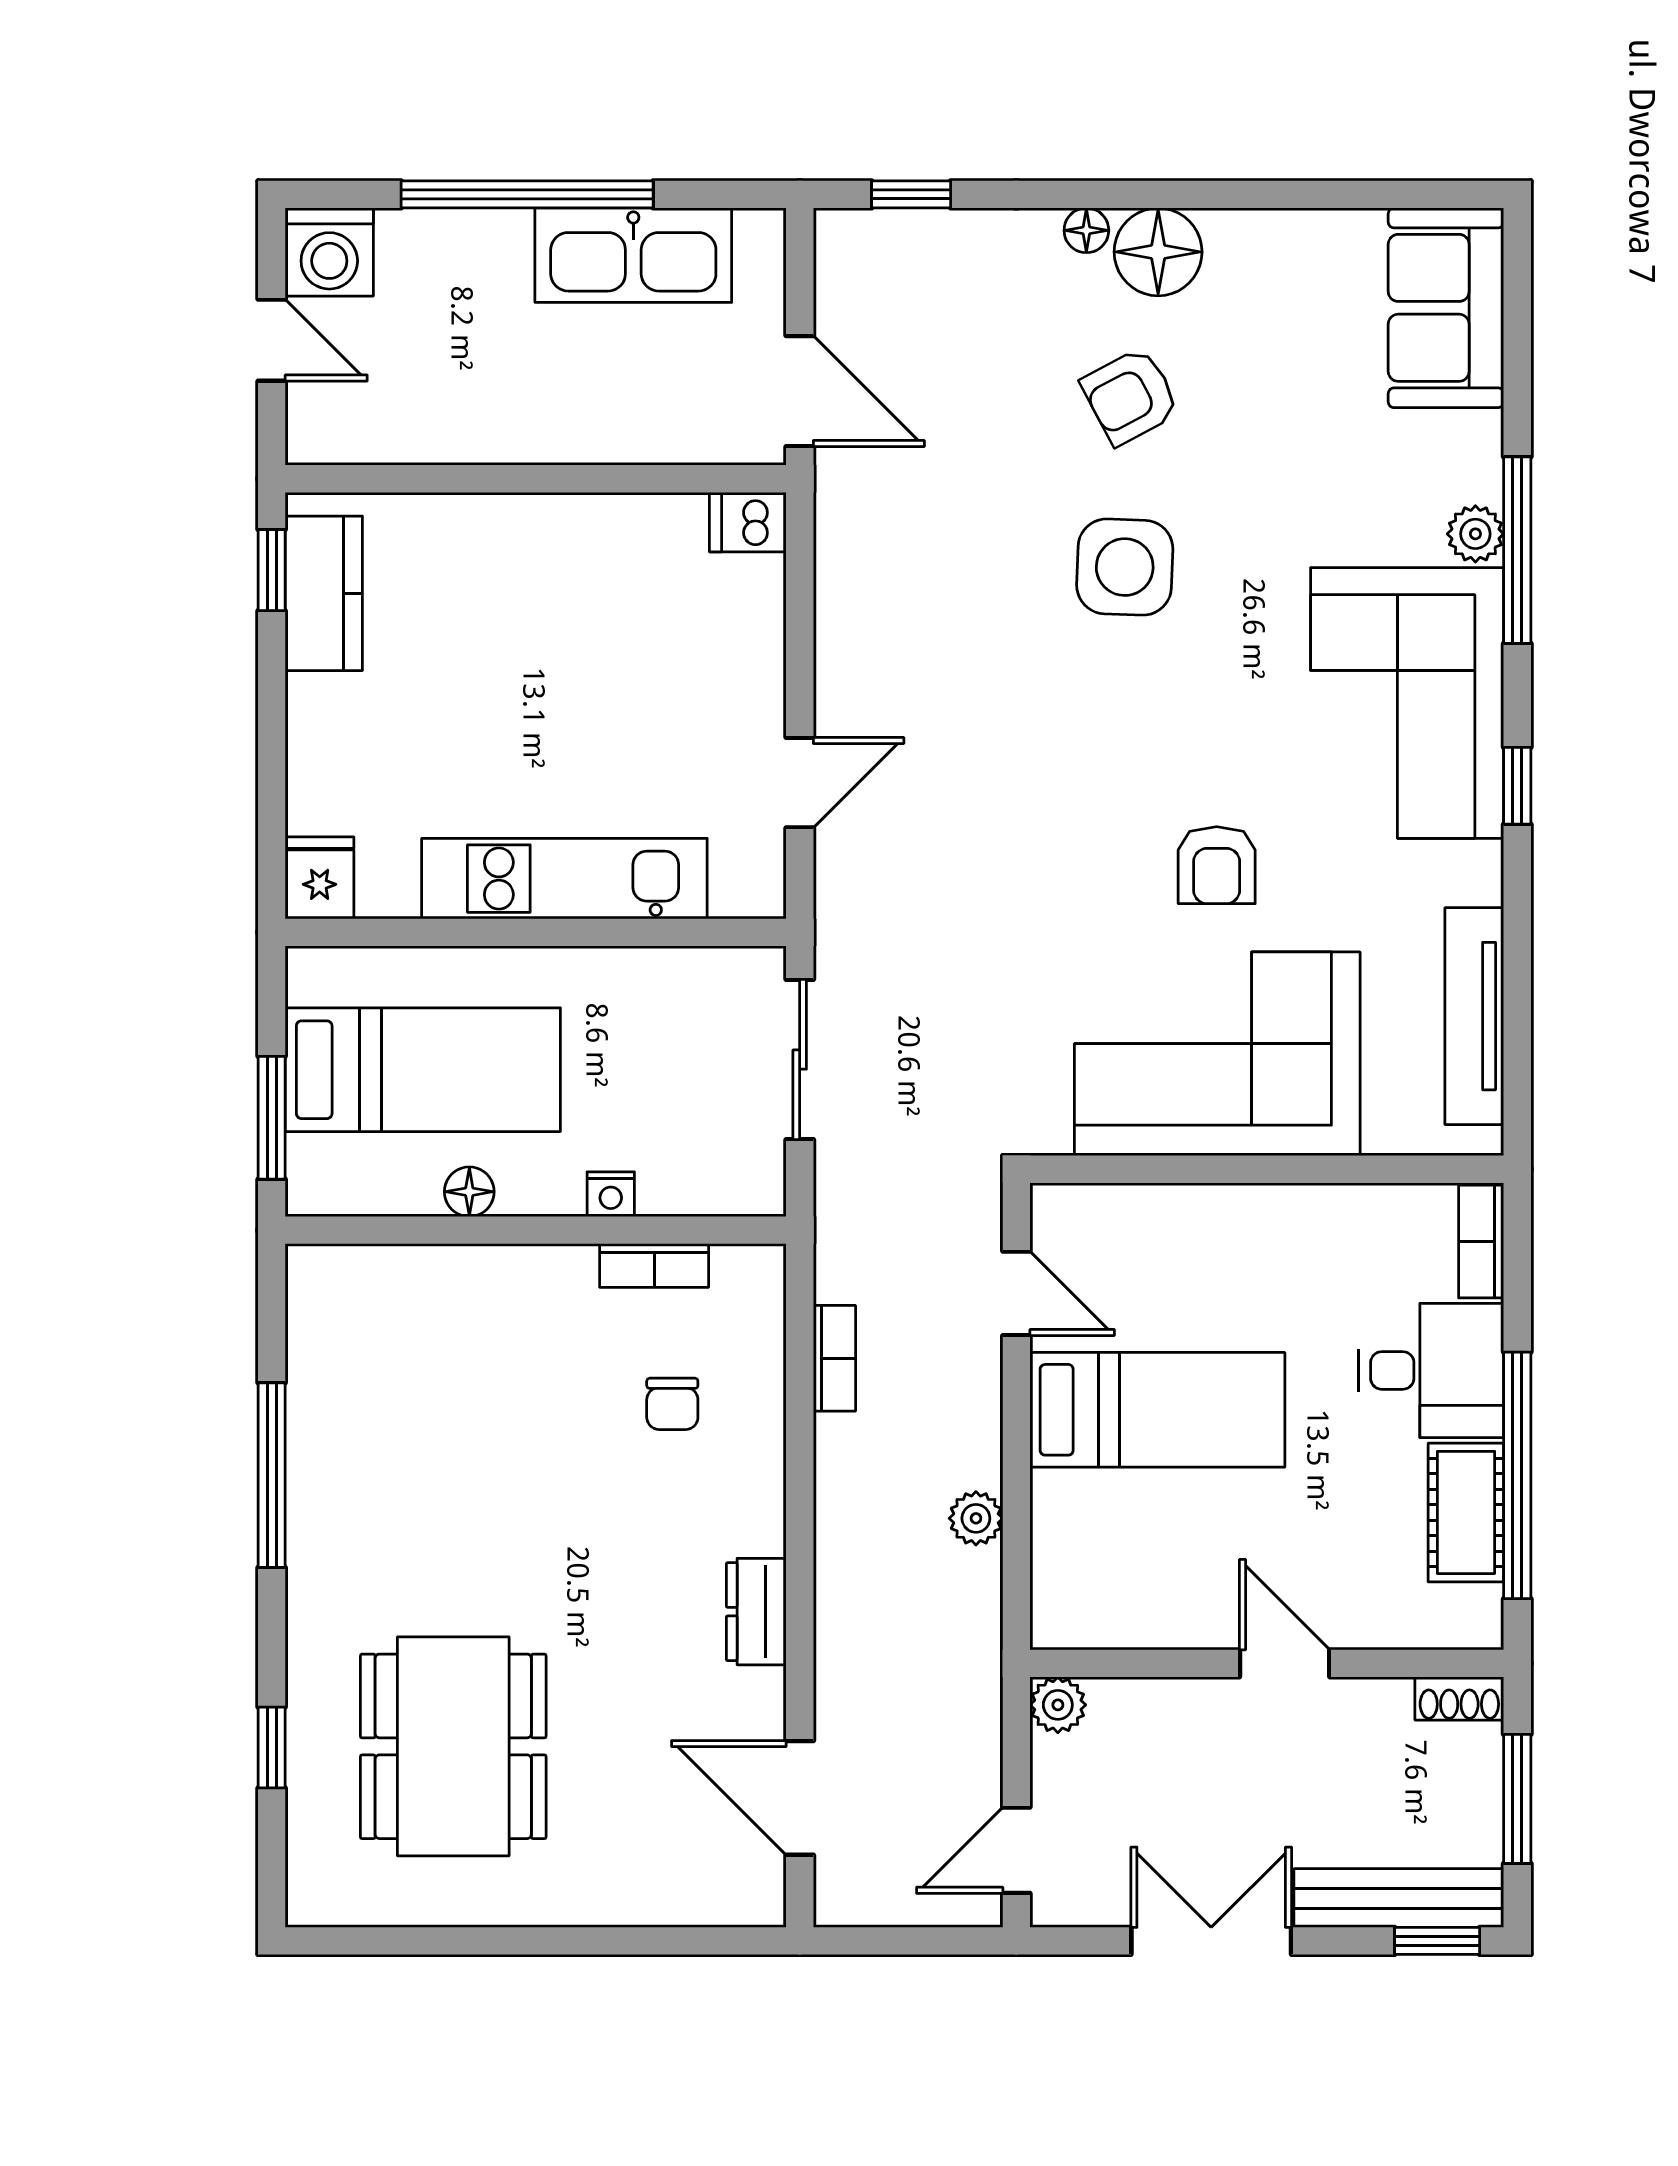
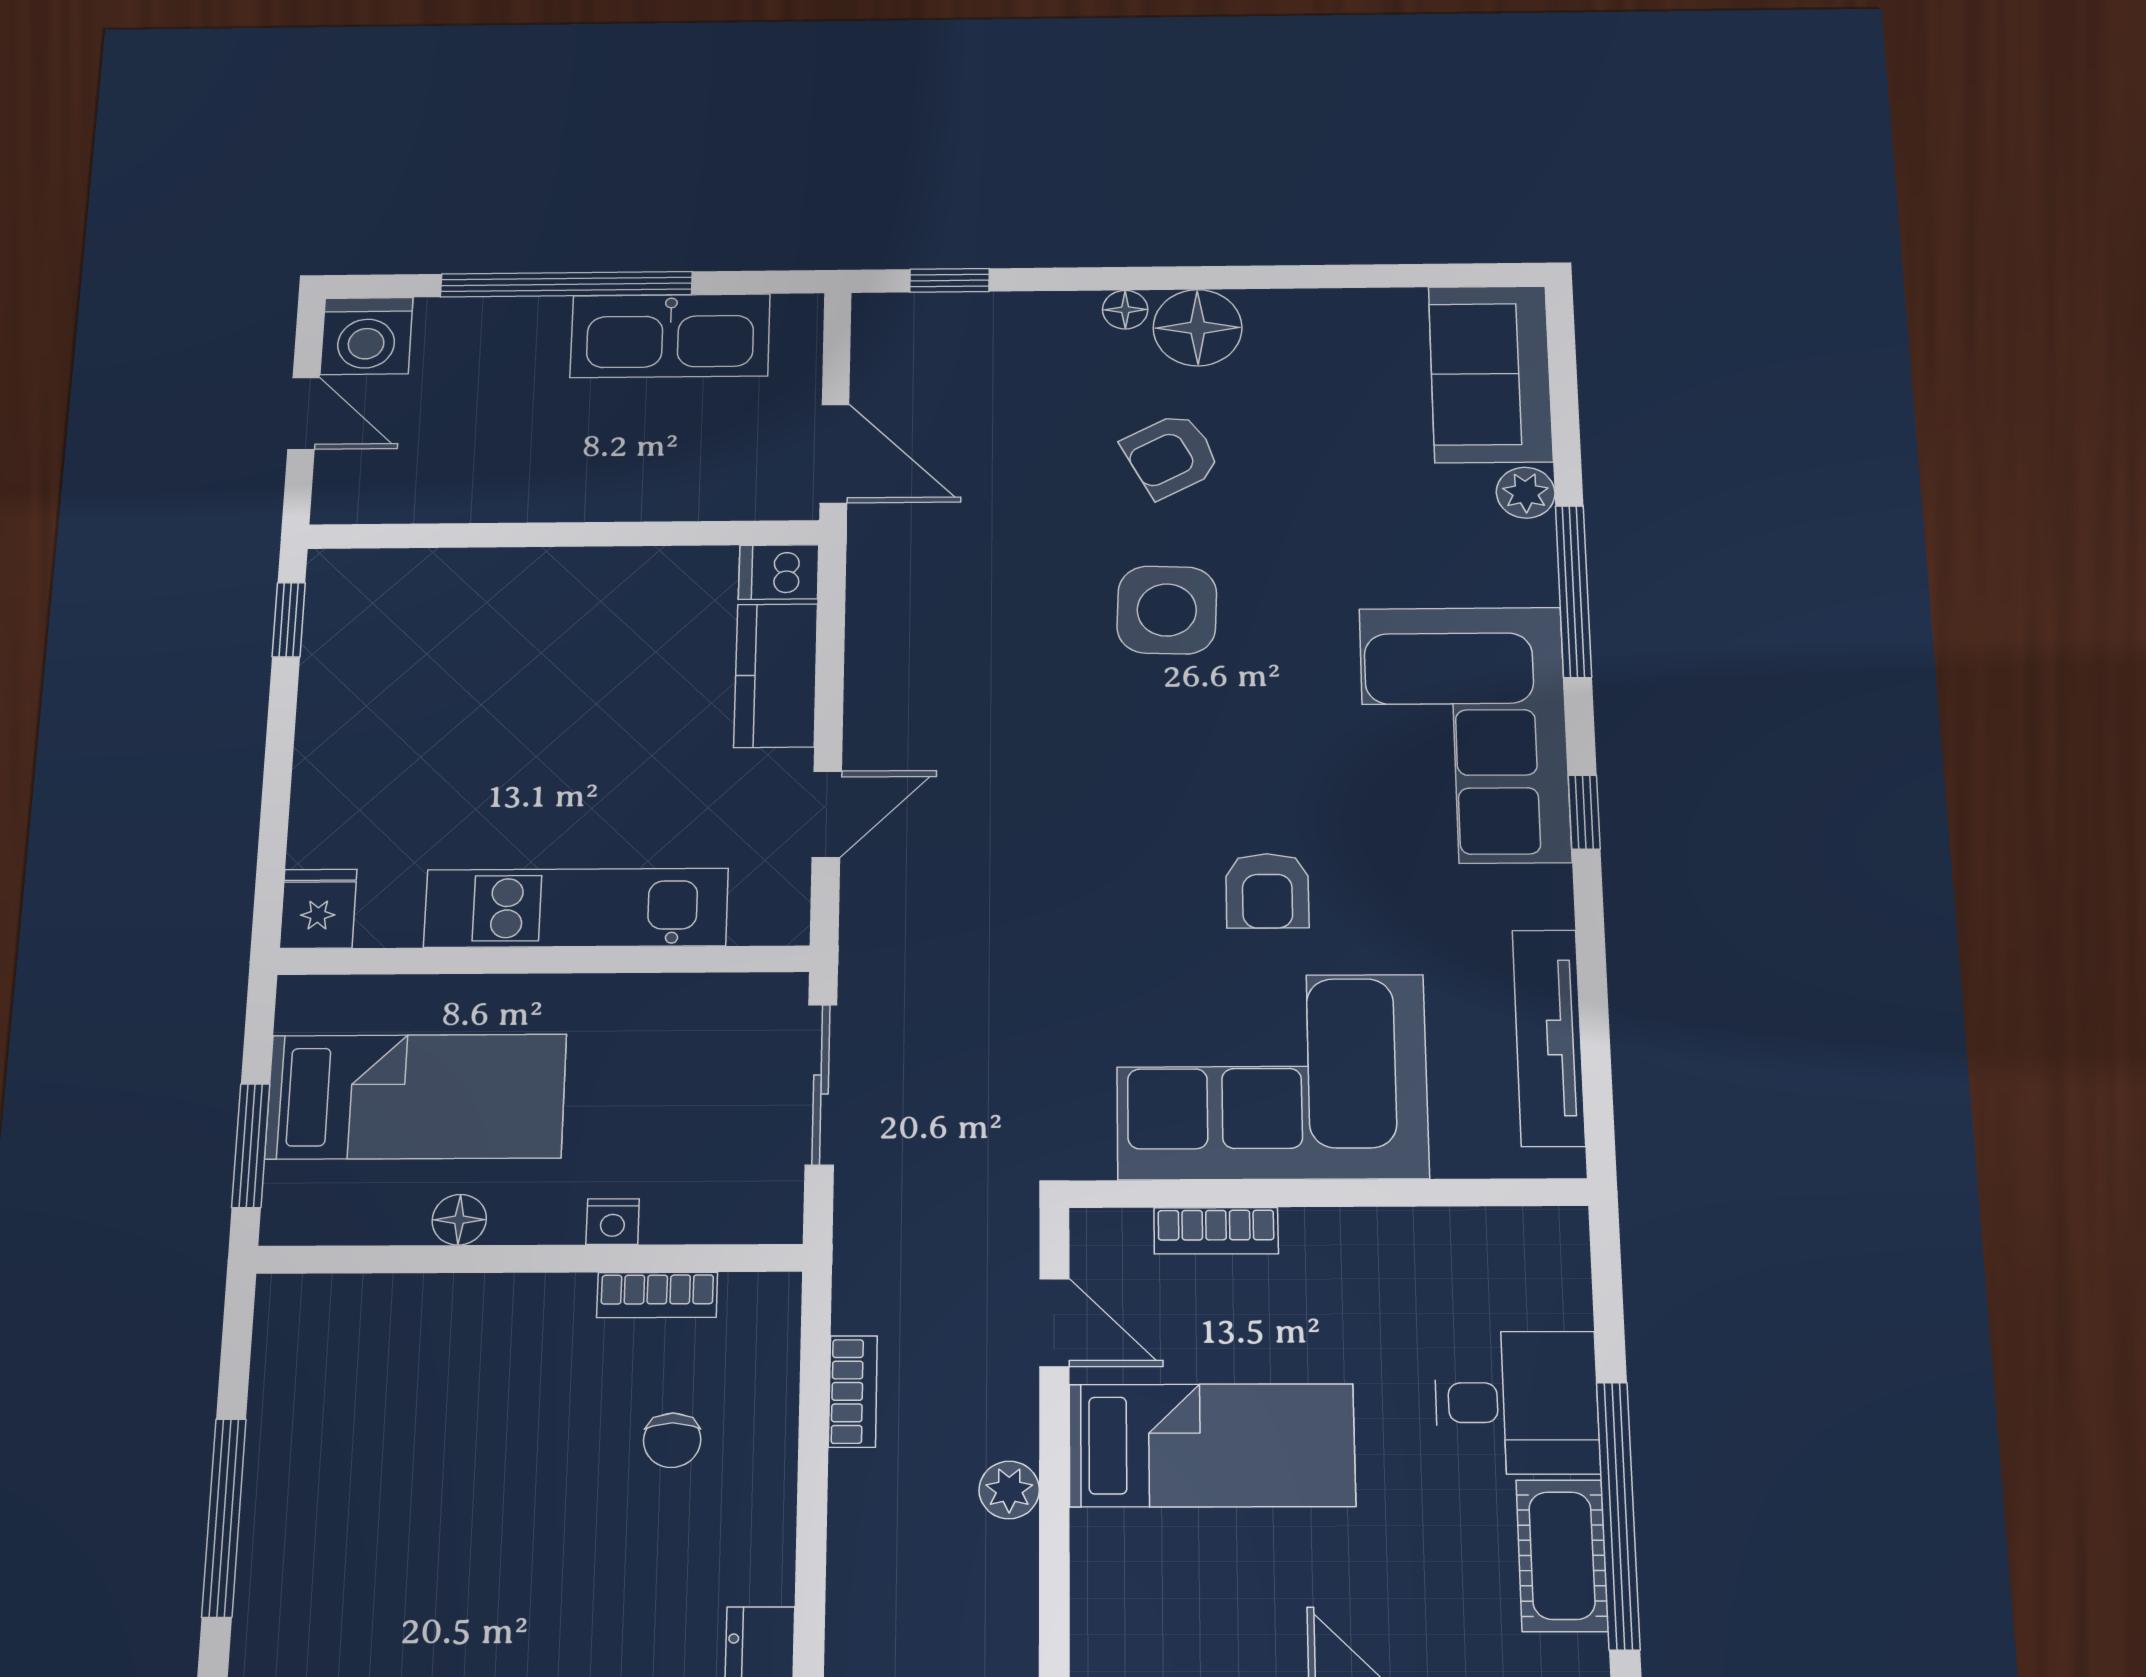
plant: (1475, 534) -> (1526, 493), moved
kitchen counter: (324, 593) -> (776, 675), moved, turned 180
bookcase: (1481, 1242) -> (1216, 1231), moved, turned -90
plant: (976, 1518) -> (1009, 1490), moved

